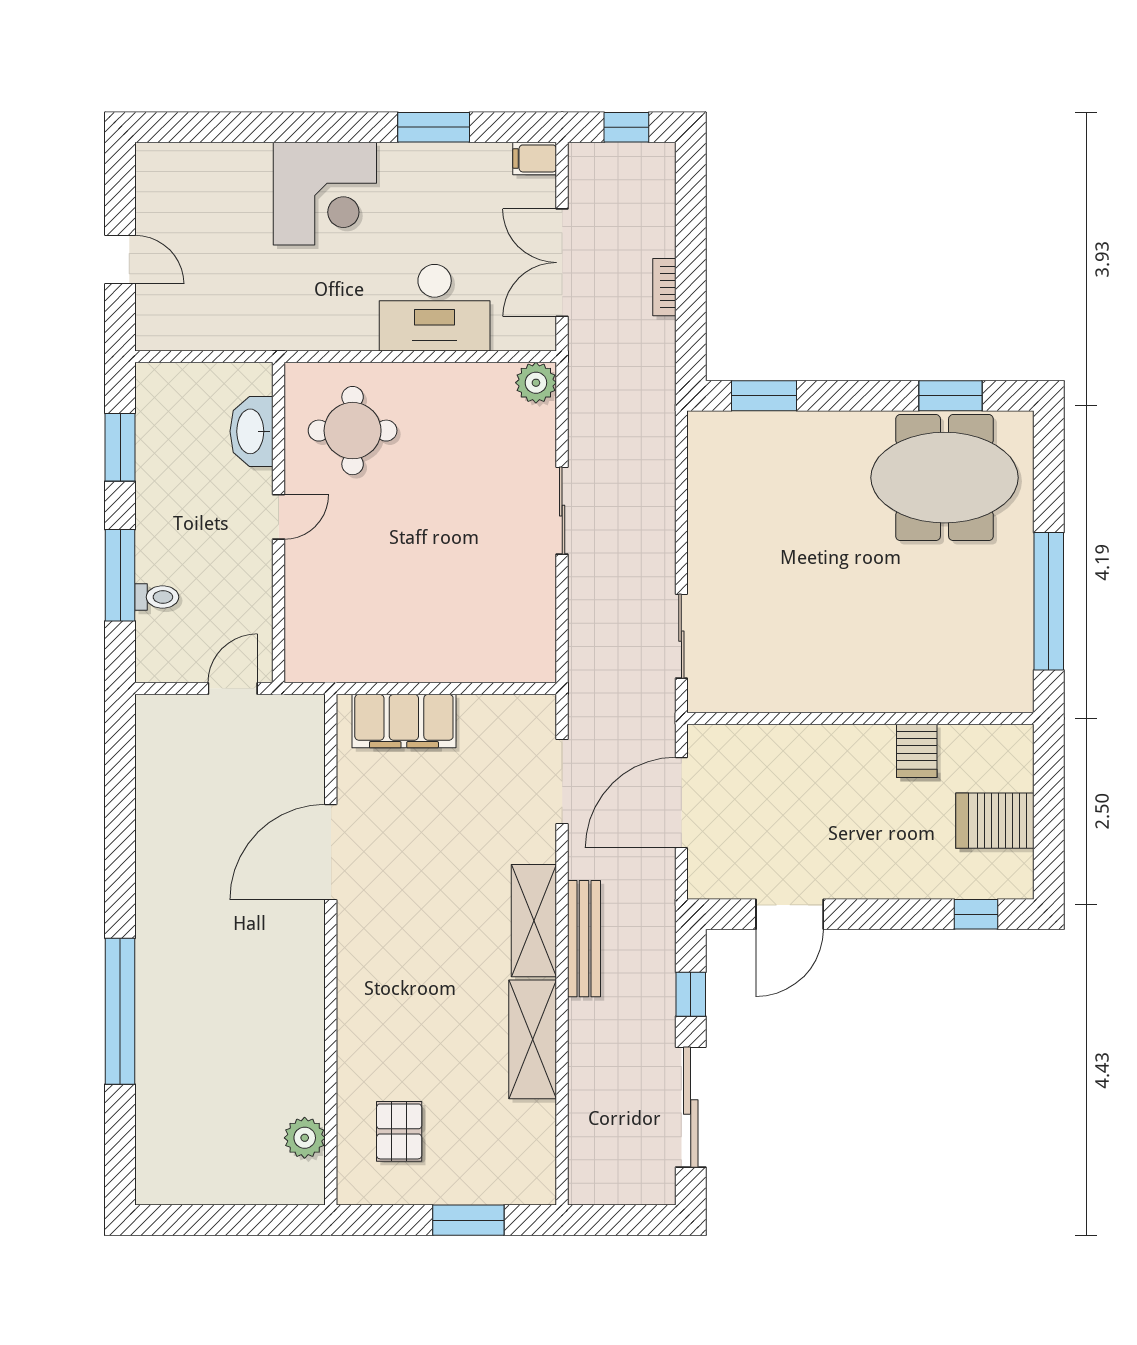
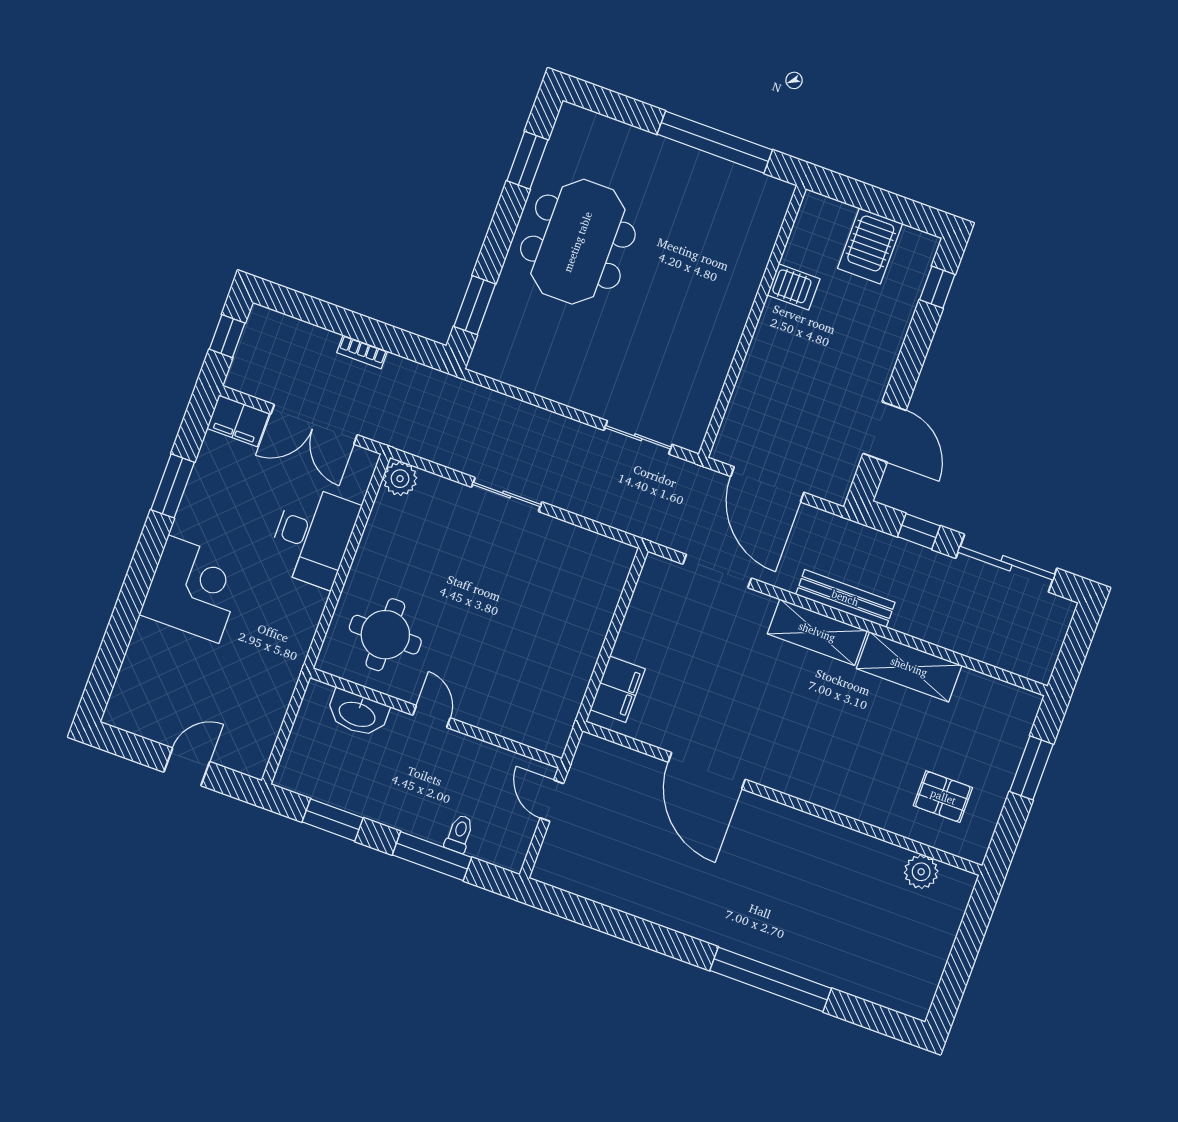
filing cabinet: (535, 158) -> (238, 421), width x2.00
meeting table: (945, 478) -> (578, 242), moved
filing cabinet: (404, 721) -> (618, 689), width x0.67, depth x0.86

